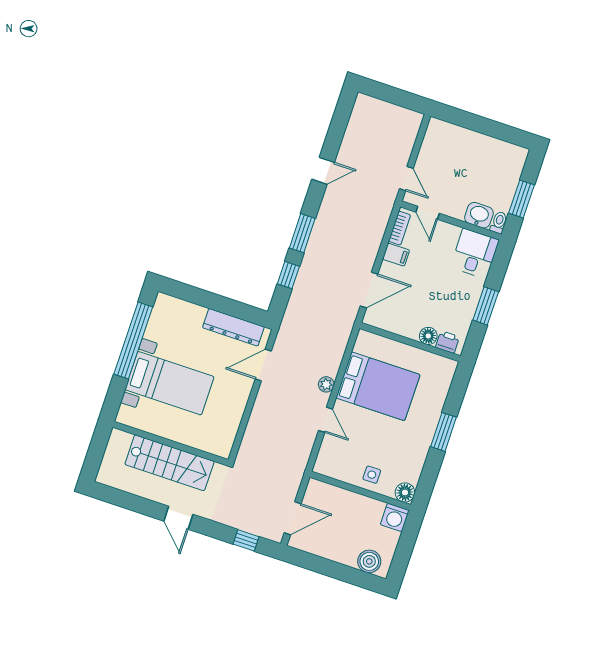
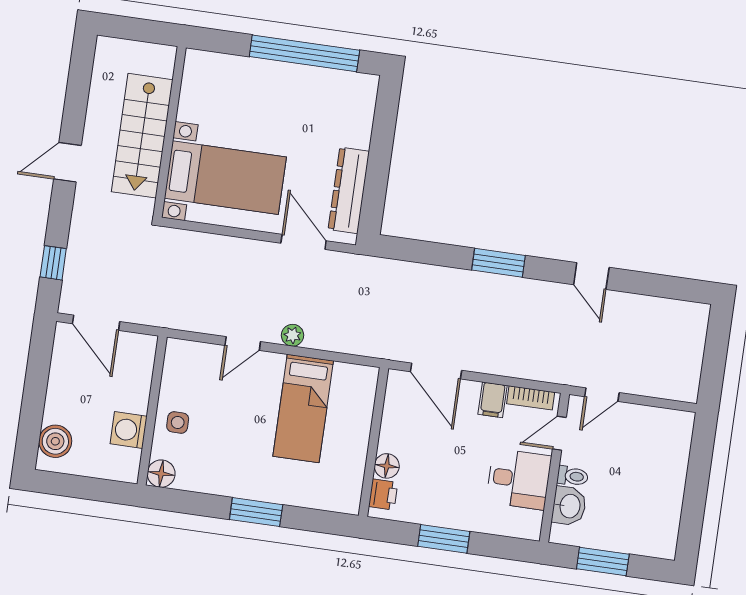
toilet: (499, 222) -> (573, 476), moved
desk: (475, 254) -> (519, 479), moved
window: (288, 275) -> (436, 254), removed
bed with nightstands: (170, 383) -> (225, 178), moved, turned -90
bed: (378, 386) -> (303, 408), width x0.67
washing machine: (395, 517) -> (129, 430), moved

